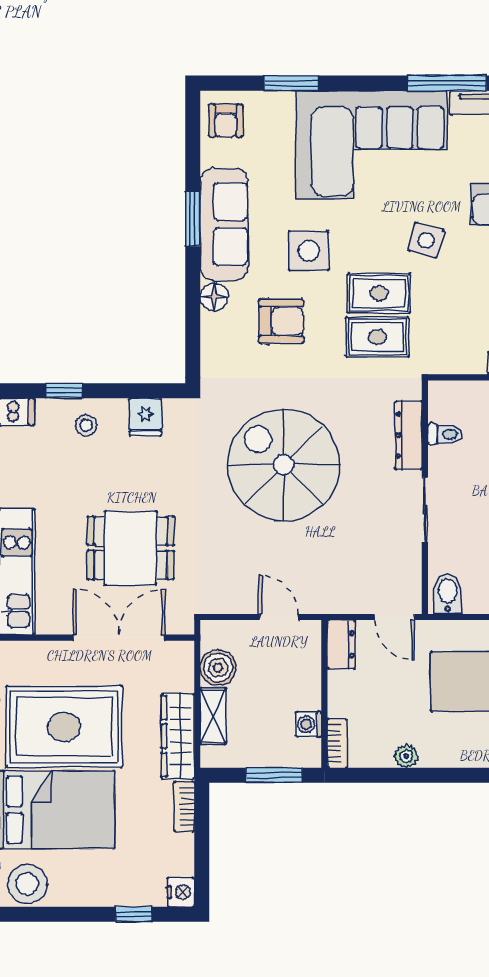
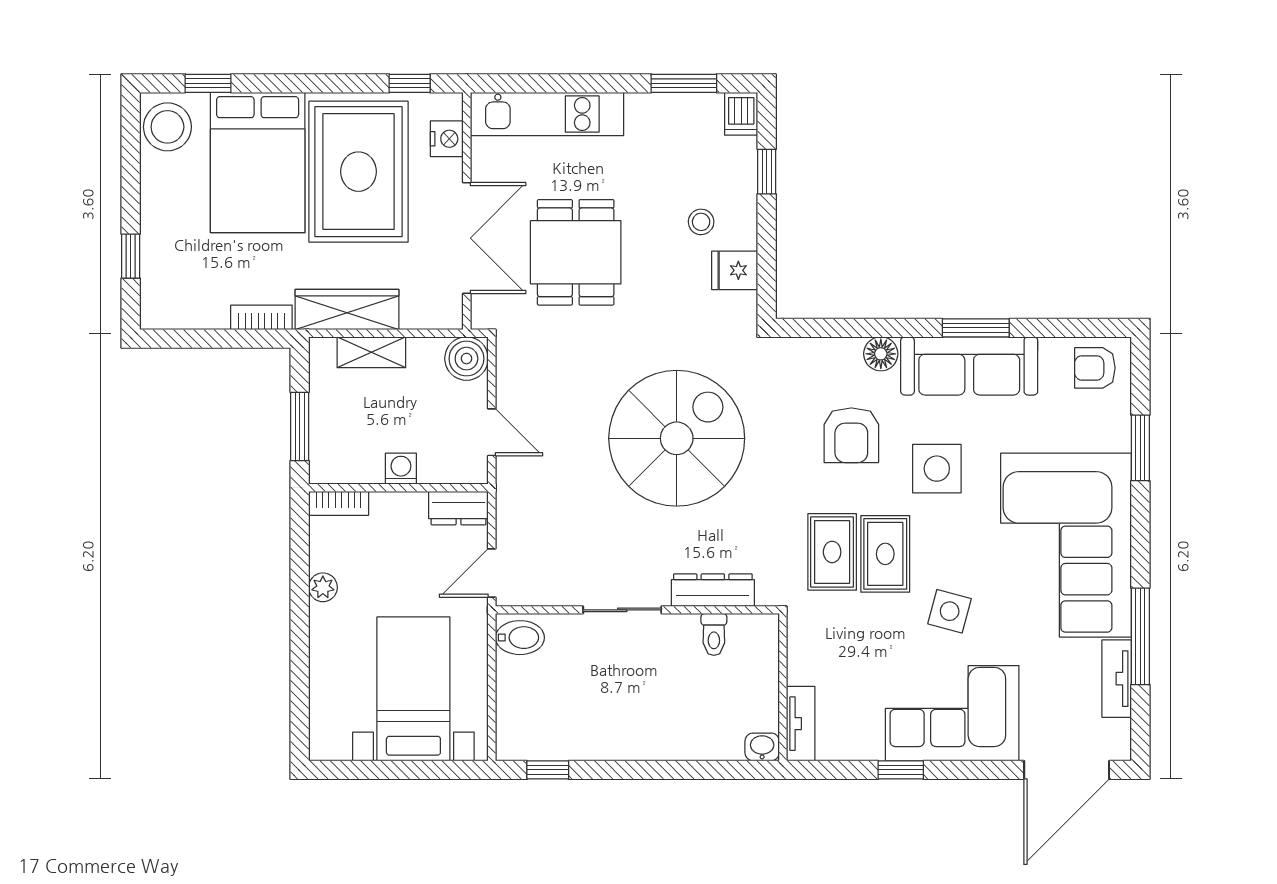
stool: (86, 425) -> (701, 222), moved
door: (279, 617) -> (492, 432), hinge flipped
boiler: (218, 668) -> (466, 359), moved
washing machine: (309, 724) -> (401, 469), moved
nightstand: (181, 892) -> (447, 139), moved, turned -90

